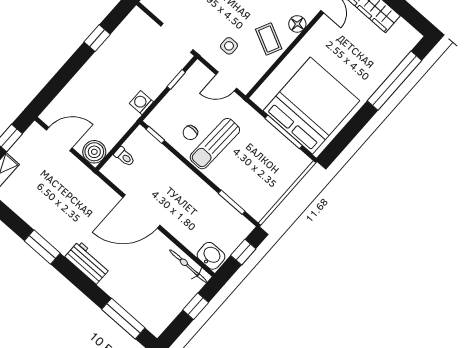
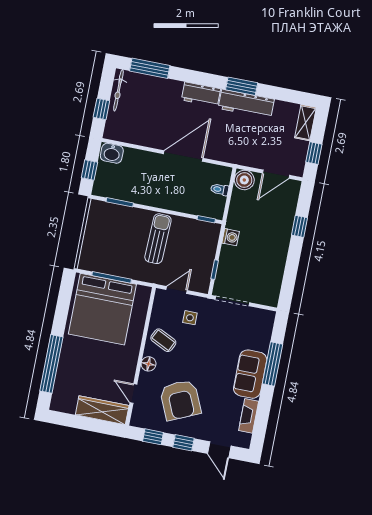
window: (97, 38) -> (299, 226), moved
chair: (190, 133) -> (181, 236), removed
workbench: (48, 227) -> (246, 104), added
bicycle: (188, 266) -> (118, 90), moved, turned 90

